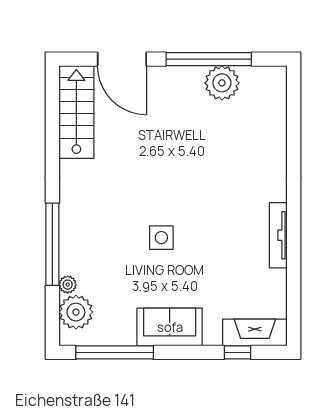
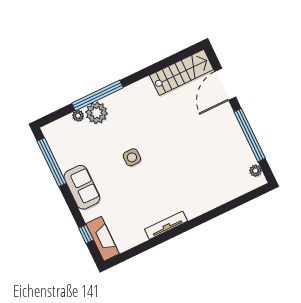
plant: (222, 83) -> (255, 171), moved, width x0.53, depth x0.53
plant: (76, 312) -> (97, 113), moved

